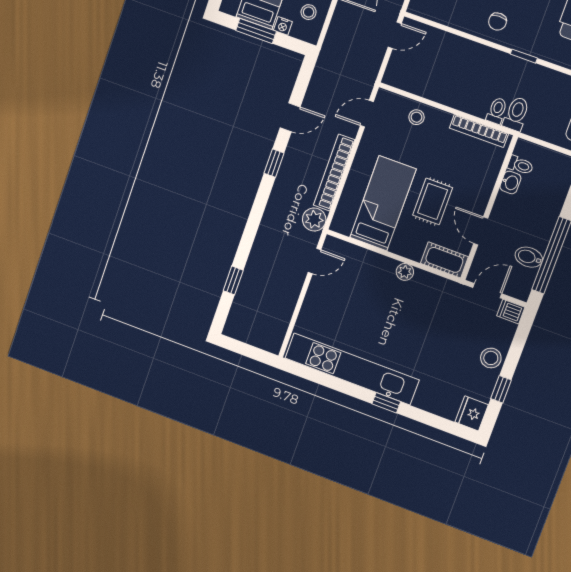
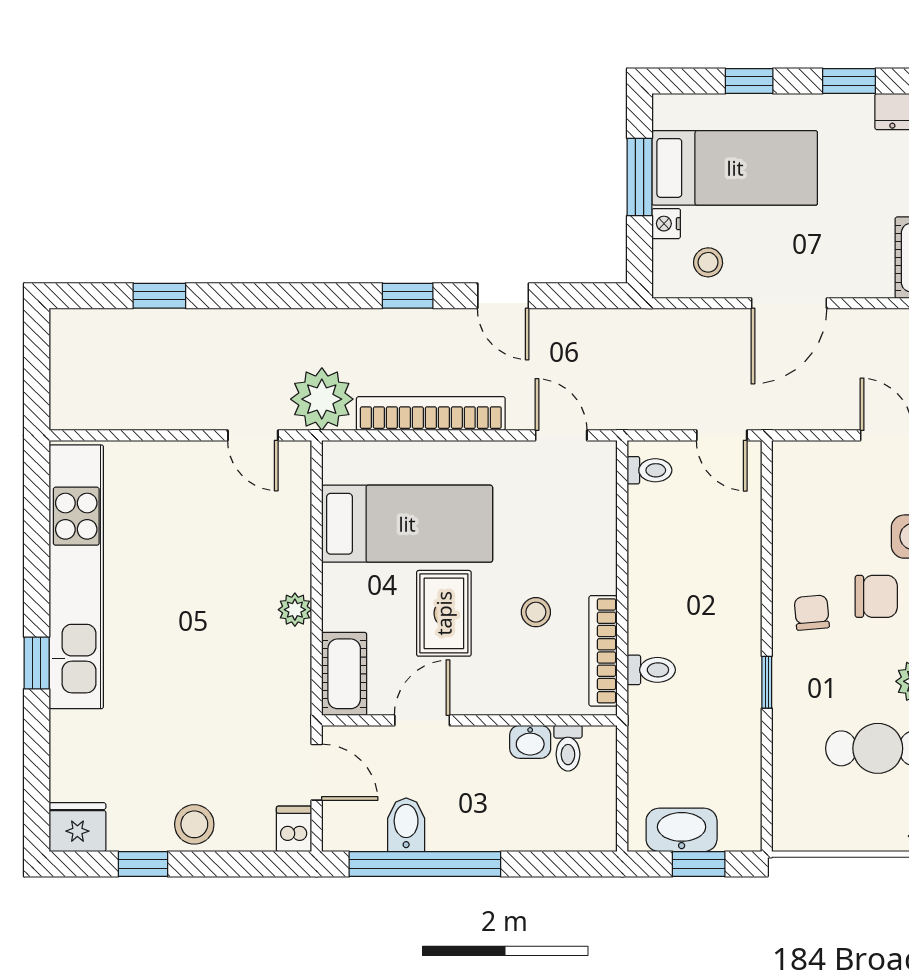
chair: (498, 22) -> (812, 613), turned 85
toilet: (516, 114) -> (649, 470), moved, width x0.73, depth x0.72
stool: (417, 117) -> (536, 612), moved
rug: (433, 201) -> (444, 613), turned 90
plant: (314, 220) -> (322, 399), width x1.36, depth x1.36

